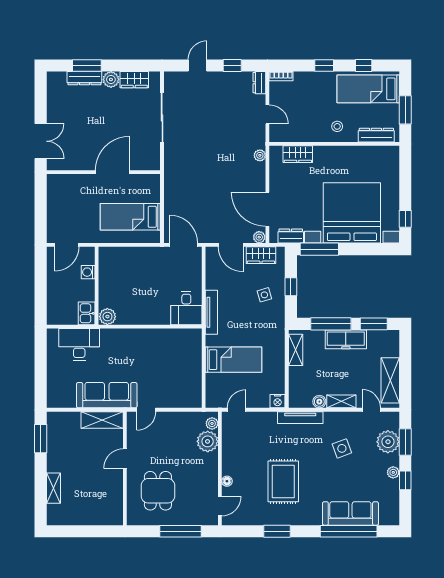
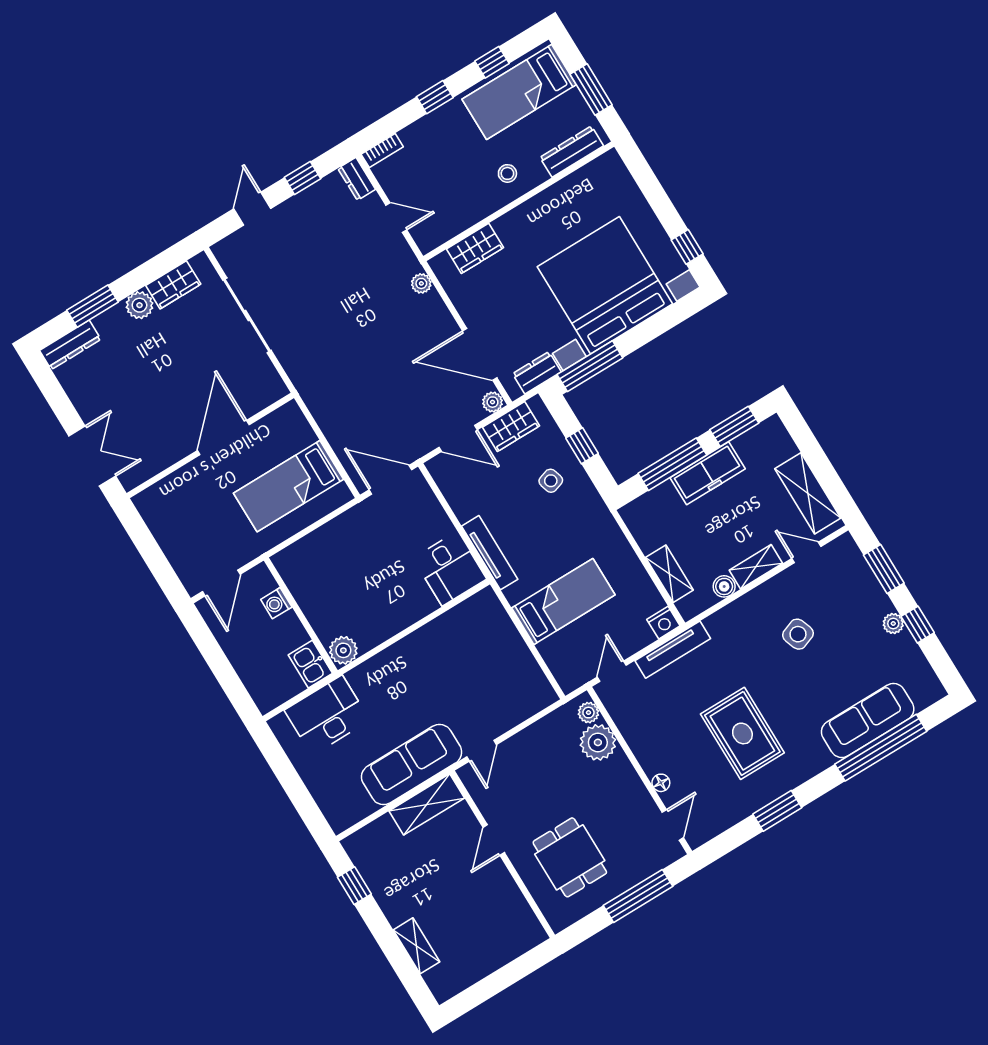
dresser: (84, 78) -> (70, 345), moved
shelving: (296, 350) -> (669, 574), moved
tv unit: (300, 418) -> (673, 650), moved
window: (41, 439) -> (354, 886), width x0.67
plant: (388, 442) -> (859, 584), removed

